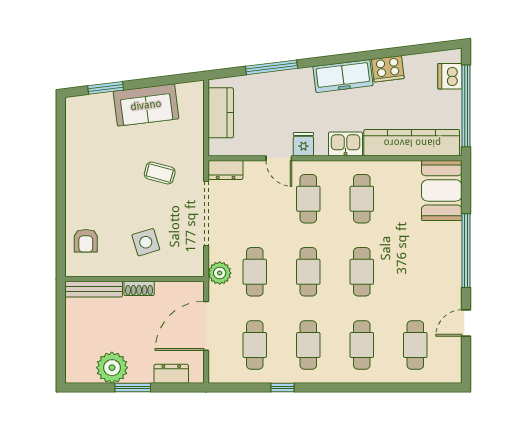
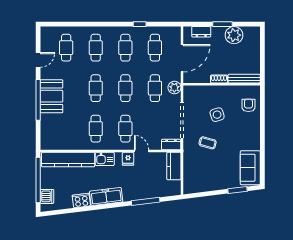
sofa: (146, 105) -> (250, 168), moved, turned -83
kitchen counter: (221, 113) -> (174, 166), moved
booth: (442, 190) -> (51, 96), moved
side table: (146, 242) -> (217, 115), moved

